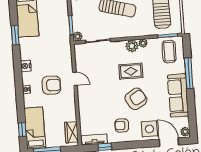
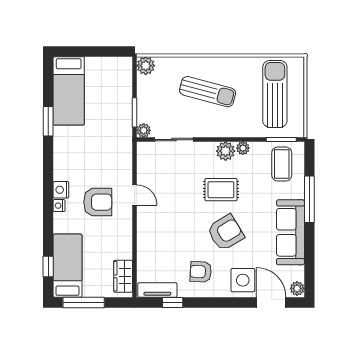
nightstand: (26, 66) -> (61, 190), moved

